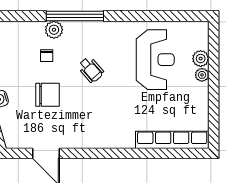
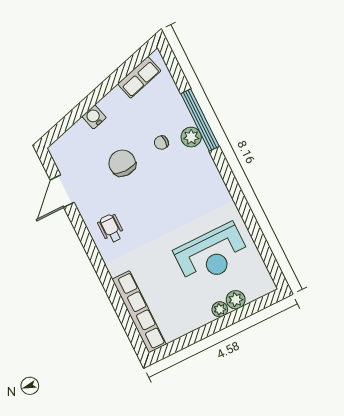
window: (75, 16) -> (200, 120), moved
wheelchair: (91, 70) -> (111, 228), moved, turned 131
chair: (47, 95) -> (122, 163), turned 180

